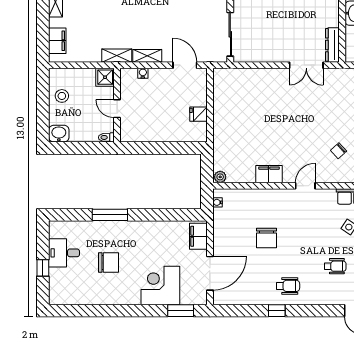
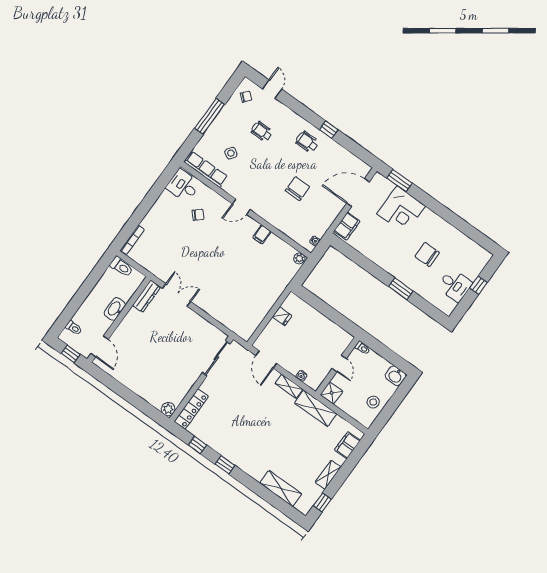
shelving: (117, 56) -> (316, 408), width x1.50, depth x1.33
filing cabinet: (269, 174) -> (262, 234), width x0.50
window: (110, 215) -> (401, 289), width x0.69

